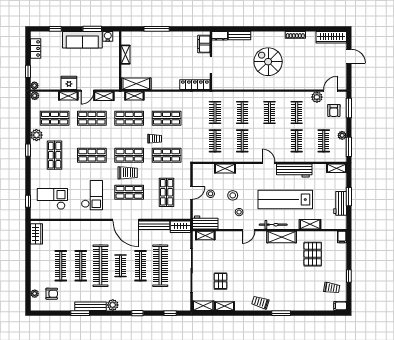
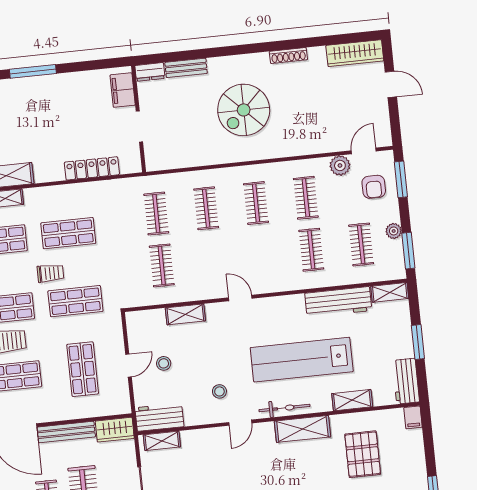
spiral stairs: (268, 62) -> (244, 110), turned -90
locker: (195, 85) -> (92, 168), moved
clothes rail: (242, 141) -> (212, 260), removed
door: (269, 163) -> (240, 298), moved
workbench: (294, 170) -> (338, 302), moved
stool: (233, 195) -> (205, 362), removed
workbench: (340, 203) -> (406, 381), moved

